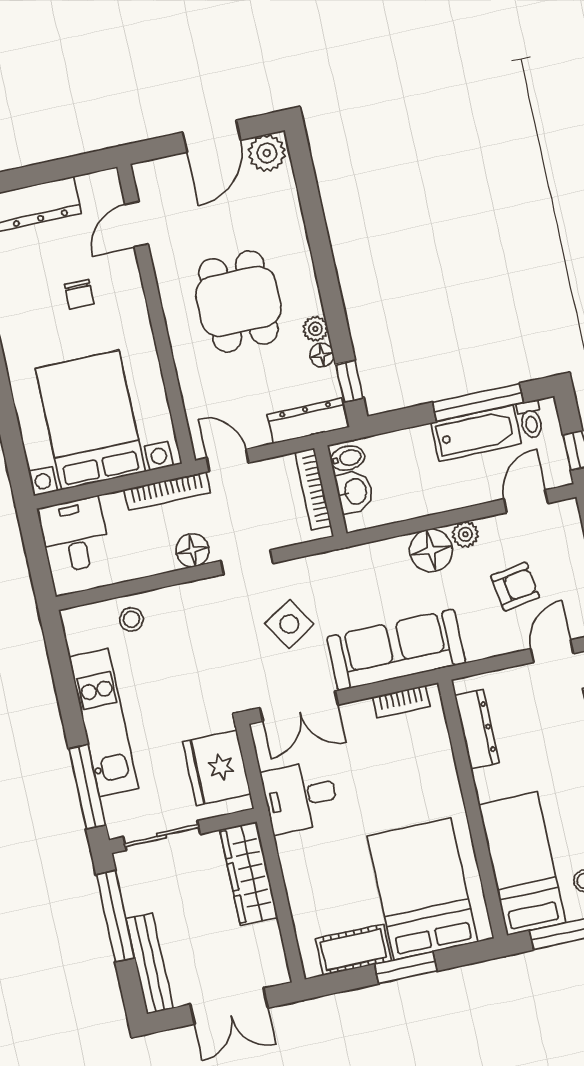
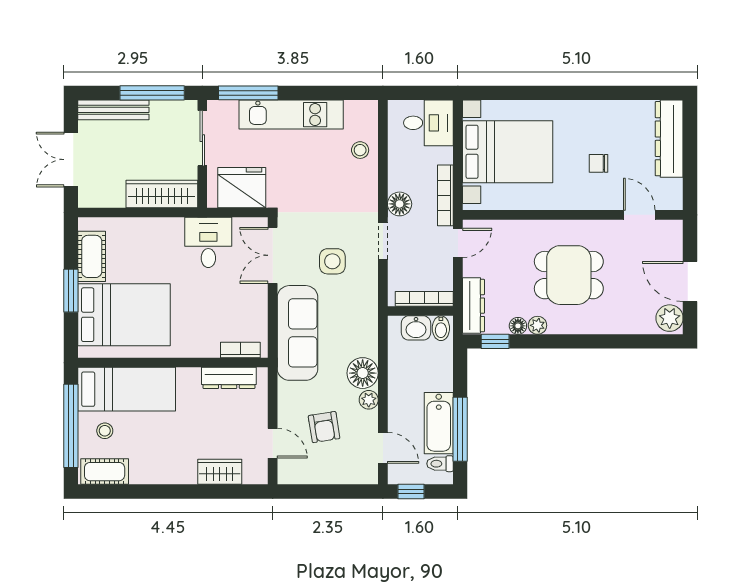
side table: (289, 624) -> (332, 261), turned 32
bookcase: (401, 702) -> (240, 350), moved, turned 90

